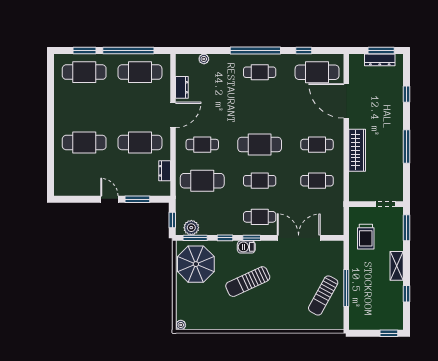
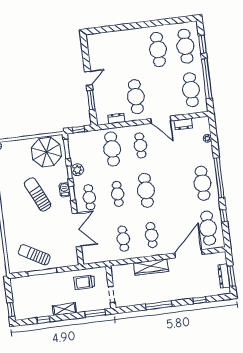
cafe table: (260, 72) -> (202, 183), width x1.37, depth x1.35
cafe table: (84, 143) -> (158, 50), moved
plant: (191, 228) -> (77, 170), moved

